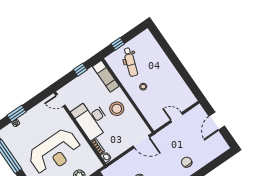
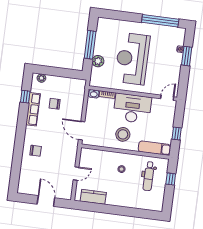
dental chair: (130, 62) -> (149, 176), turned -109
kitchen counter: (182, 89) -> (93, 197), added
door: (141, 142) -> (82, 131), hinge flipped

